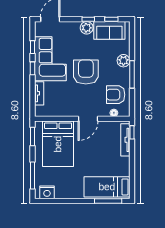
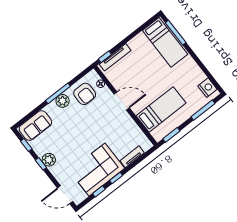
sofa: (109, 30) -> (35, 126), moved, turned 90
plant: (123, 61) -> (63, 101), moved
armchair: (86, 72) -> (85, 132), removed
bed: (58, 144) -> (161, 109), width x0.67

